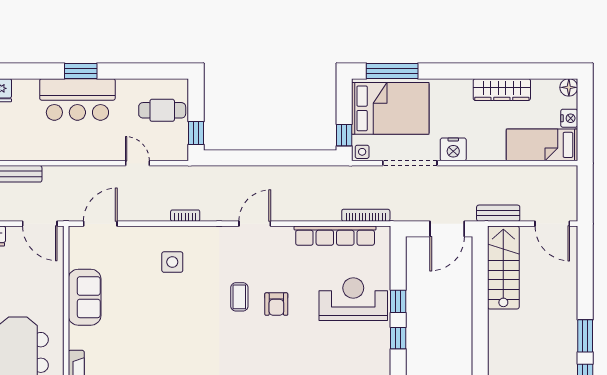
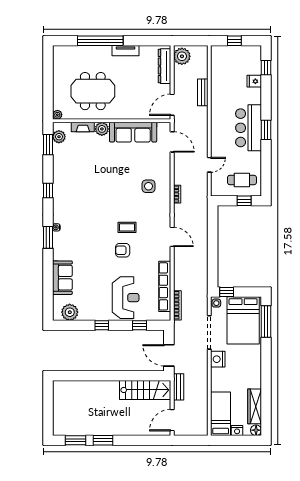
wardrobe: (502, 90) -> (255, 406), moved
cafe table: (162, 110) -> (242, 180), turned 90
window: (196, 133) -> (244, 201), moved
sofa: (85, 297) -> (133, 132), width x1.36
window: (398, 301) -> (140, 325), moved
plant: (79, 338) -> (102, 129), added

